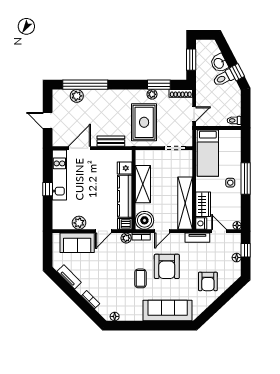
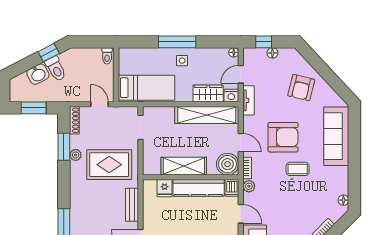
armchair: (208, 281) -> (301, 88), turned 104

